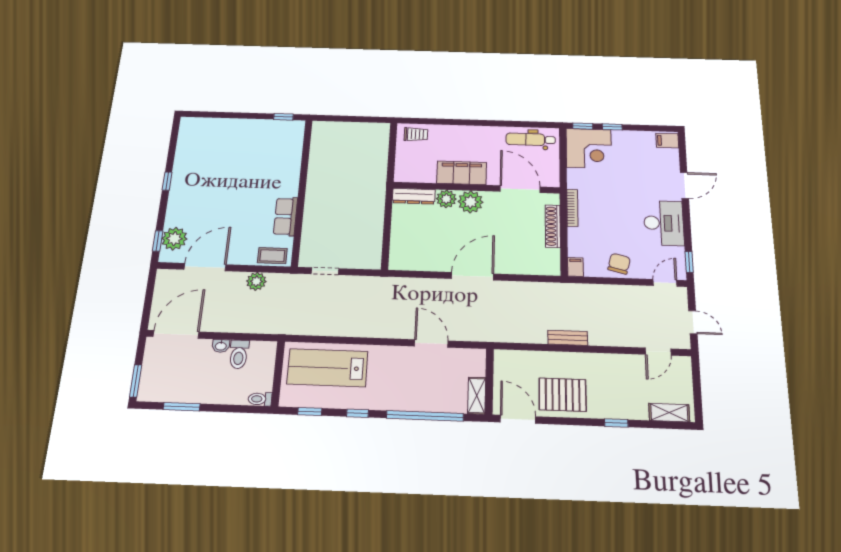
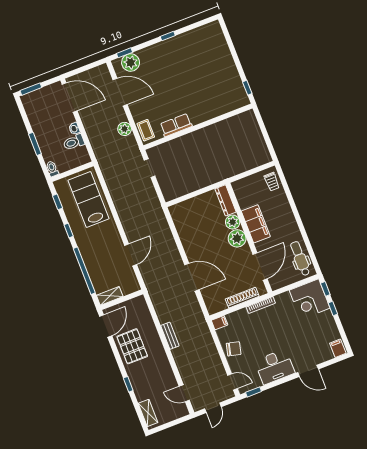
door: (473, 276) -> (192, 277), moved
window: (182, 407) -> (35, 144), moved

